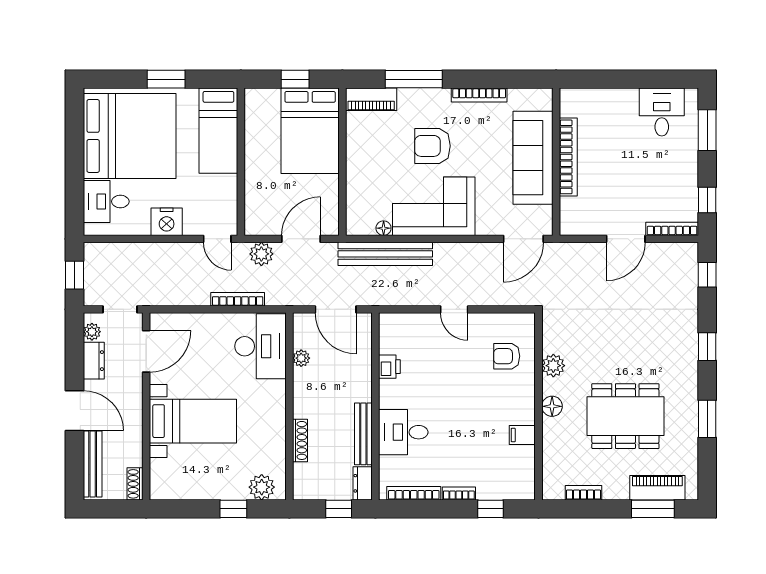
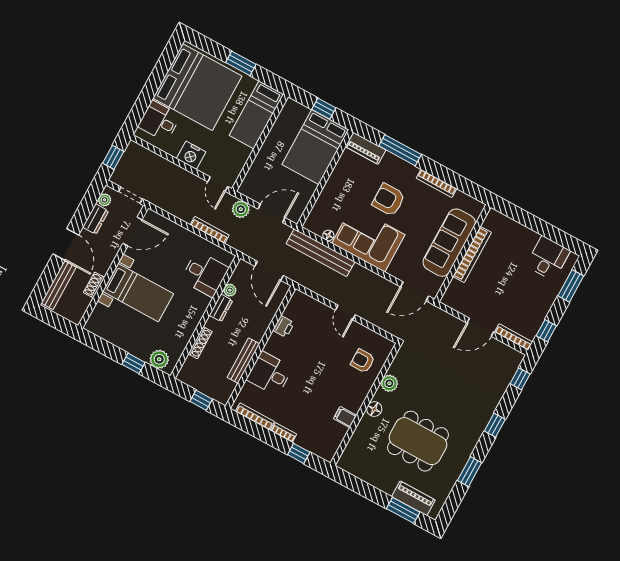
desk: (261, 346) -> (205, 274), width x0.73
dresser: (363, 483) -> (221, 308), moved, turned 180
shoe rack: (135, 484) -> (94, 285), moved
bookcase: (584, 493) -> (364, 476), removed

